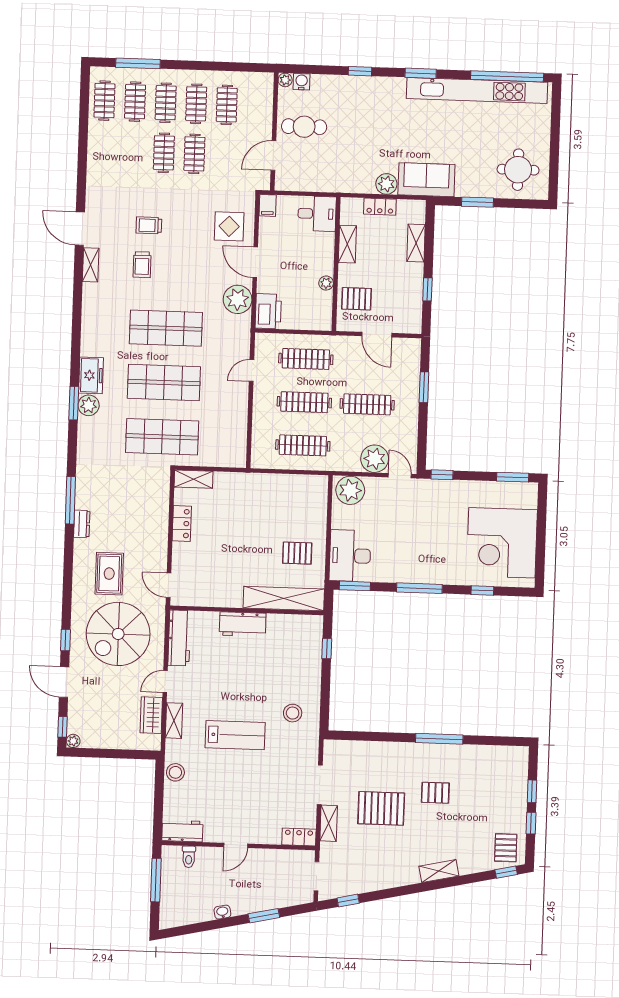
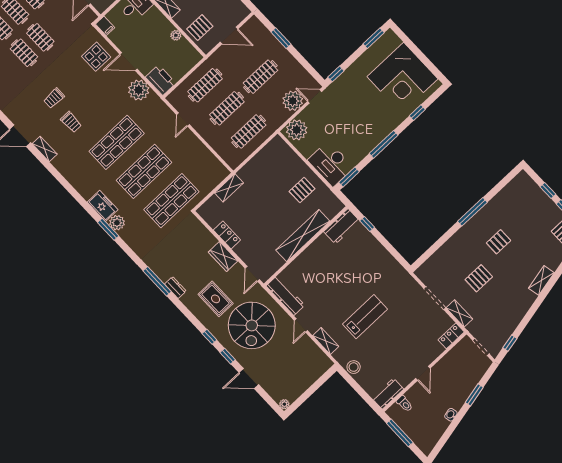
shelving: (194, 479) -> (229, 188), moved
door: (169, 585) -> (252, 274), hinge flipped
shelving: (284, 599) -> (303, 236), moved
workbench: (243, 624) -> (342, 226), moved
stool: (293, 713) -> (383, 275), removed
wardrobe: (151, 715) -> (223, 256), moved
window: (62, 727) -> (209, 337), moved
pallet: (381, 808) -> (479, 278), width x0.67, depth x0.71

